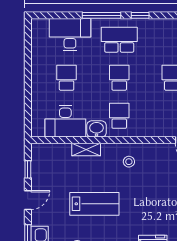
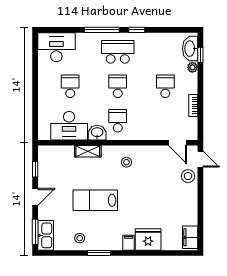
desk: (70, 35) -> (56, 47), moved
lab bench: (94, 204) -> (95, 200), turned 180

